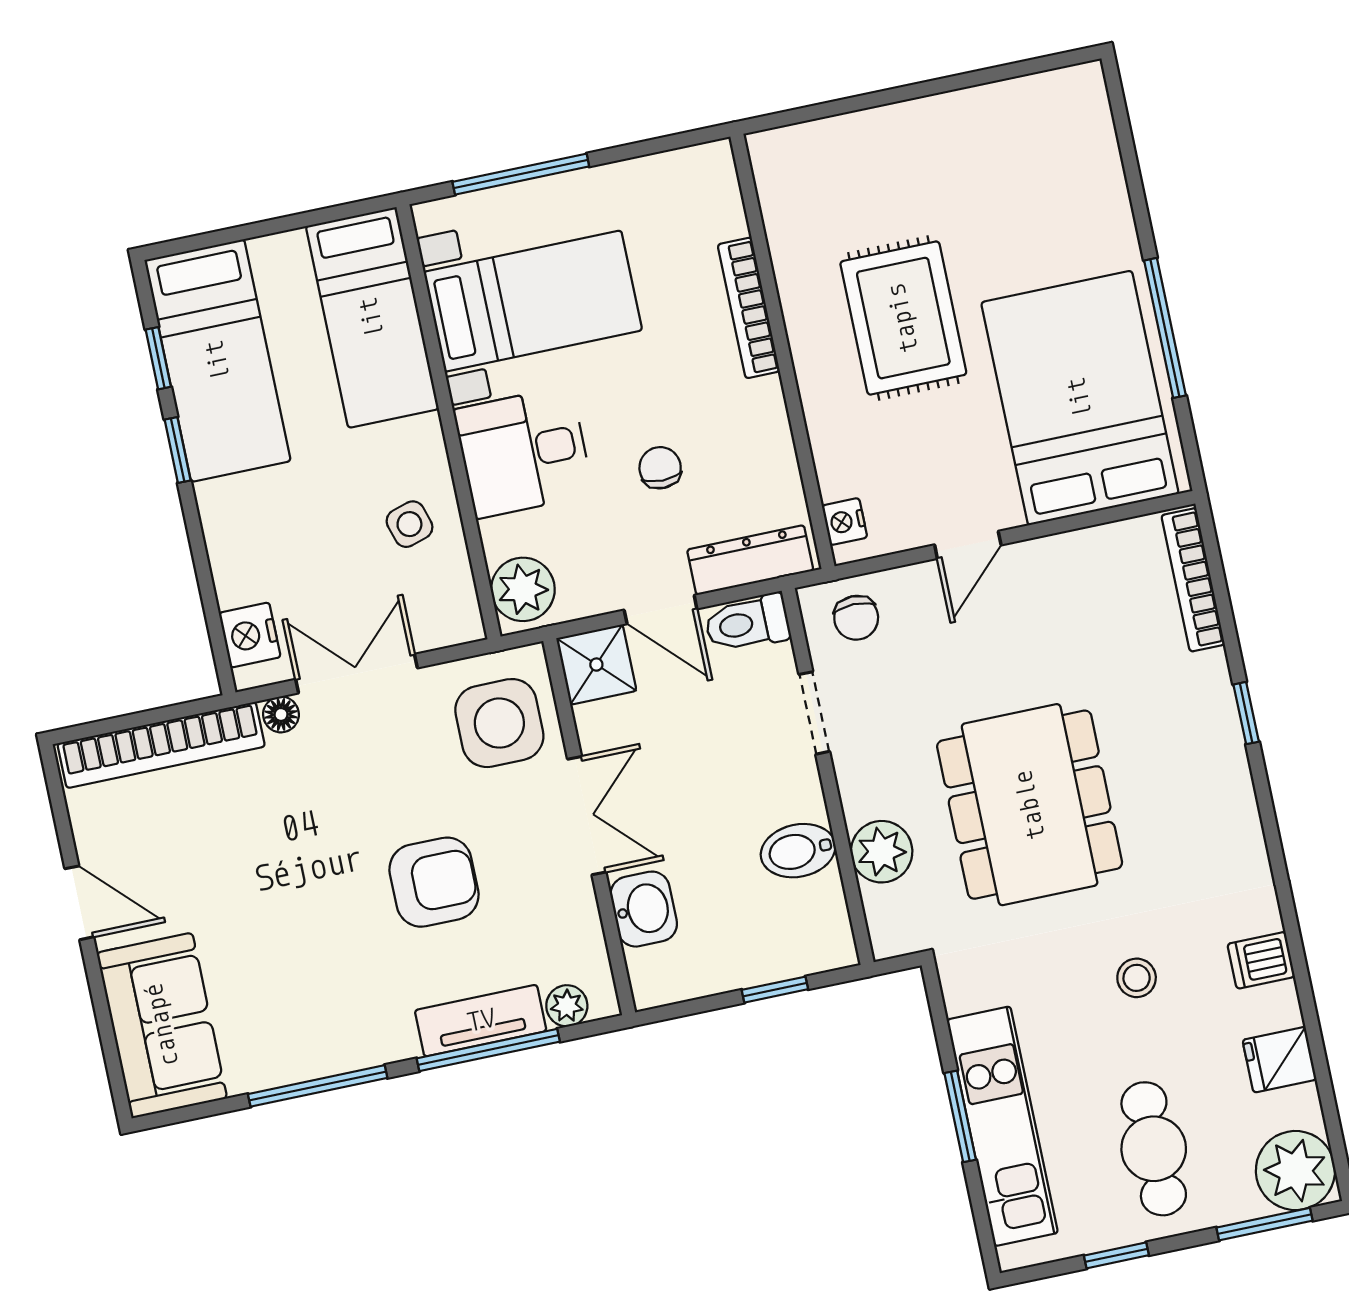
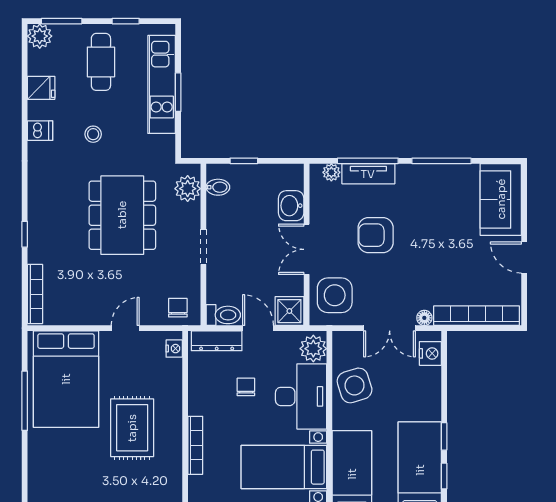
desk: (523, 452) -> (301, 396), width x1.37
chair: (660, 468) -> (246, 387), turned 180
side table: (409, 524) -> (355, 385), width x1.87, depth x1.87
doorway: (814, 713) -> (203, 247), moved
bidet: (798, 851) -> (218, 187), moved, width x0.72, depth x0.74
plant: (882, 852) -> (188, 189), moved
plant: (1295, 1171) -> (40, 36), width x0.73, depth x0.73

